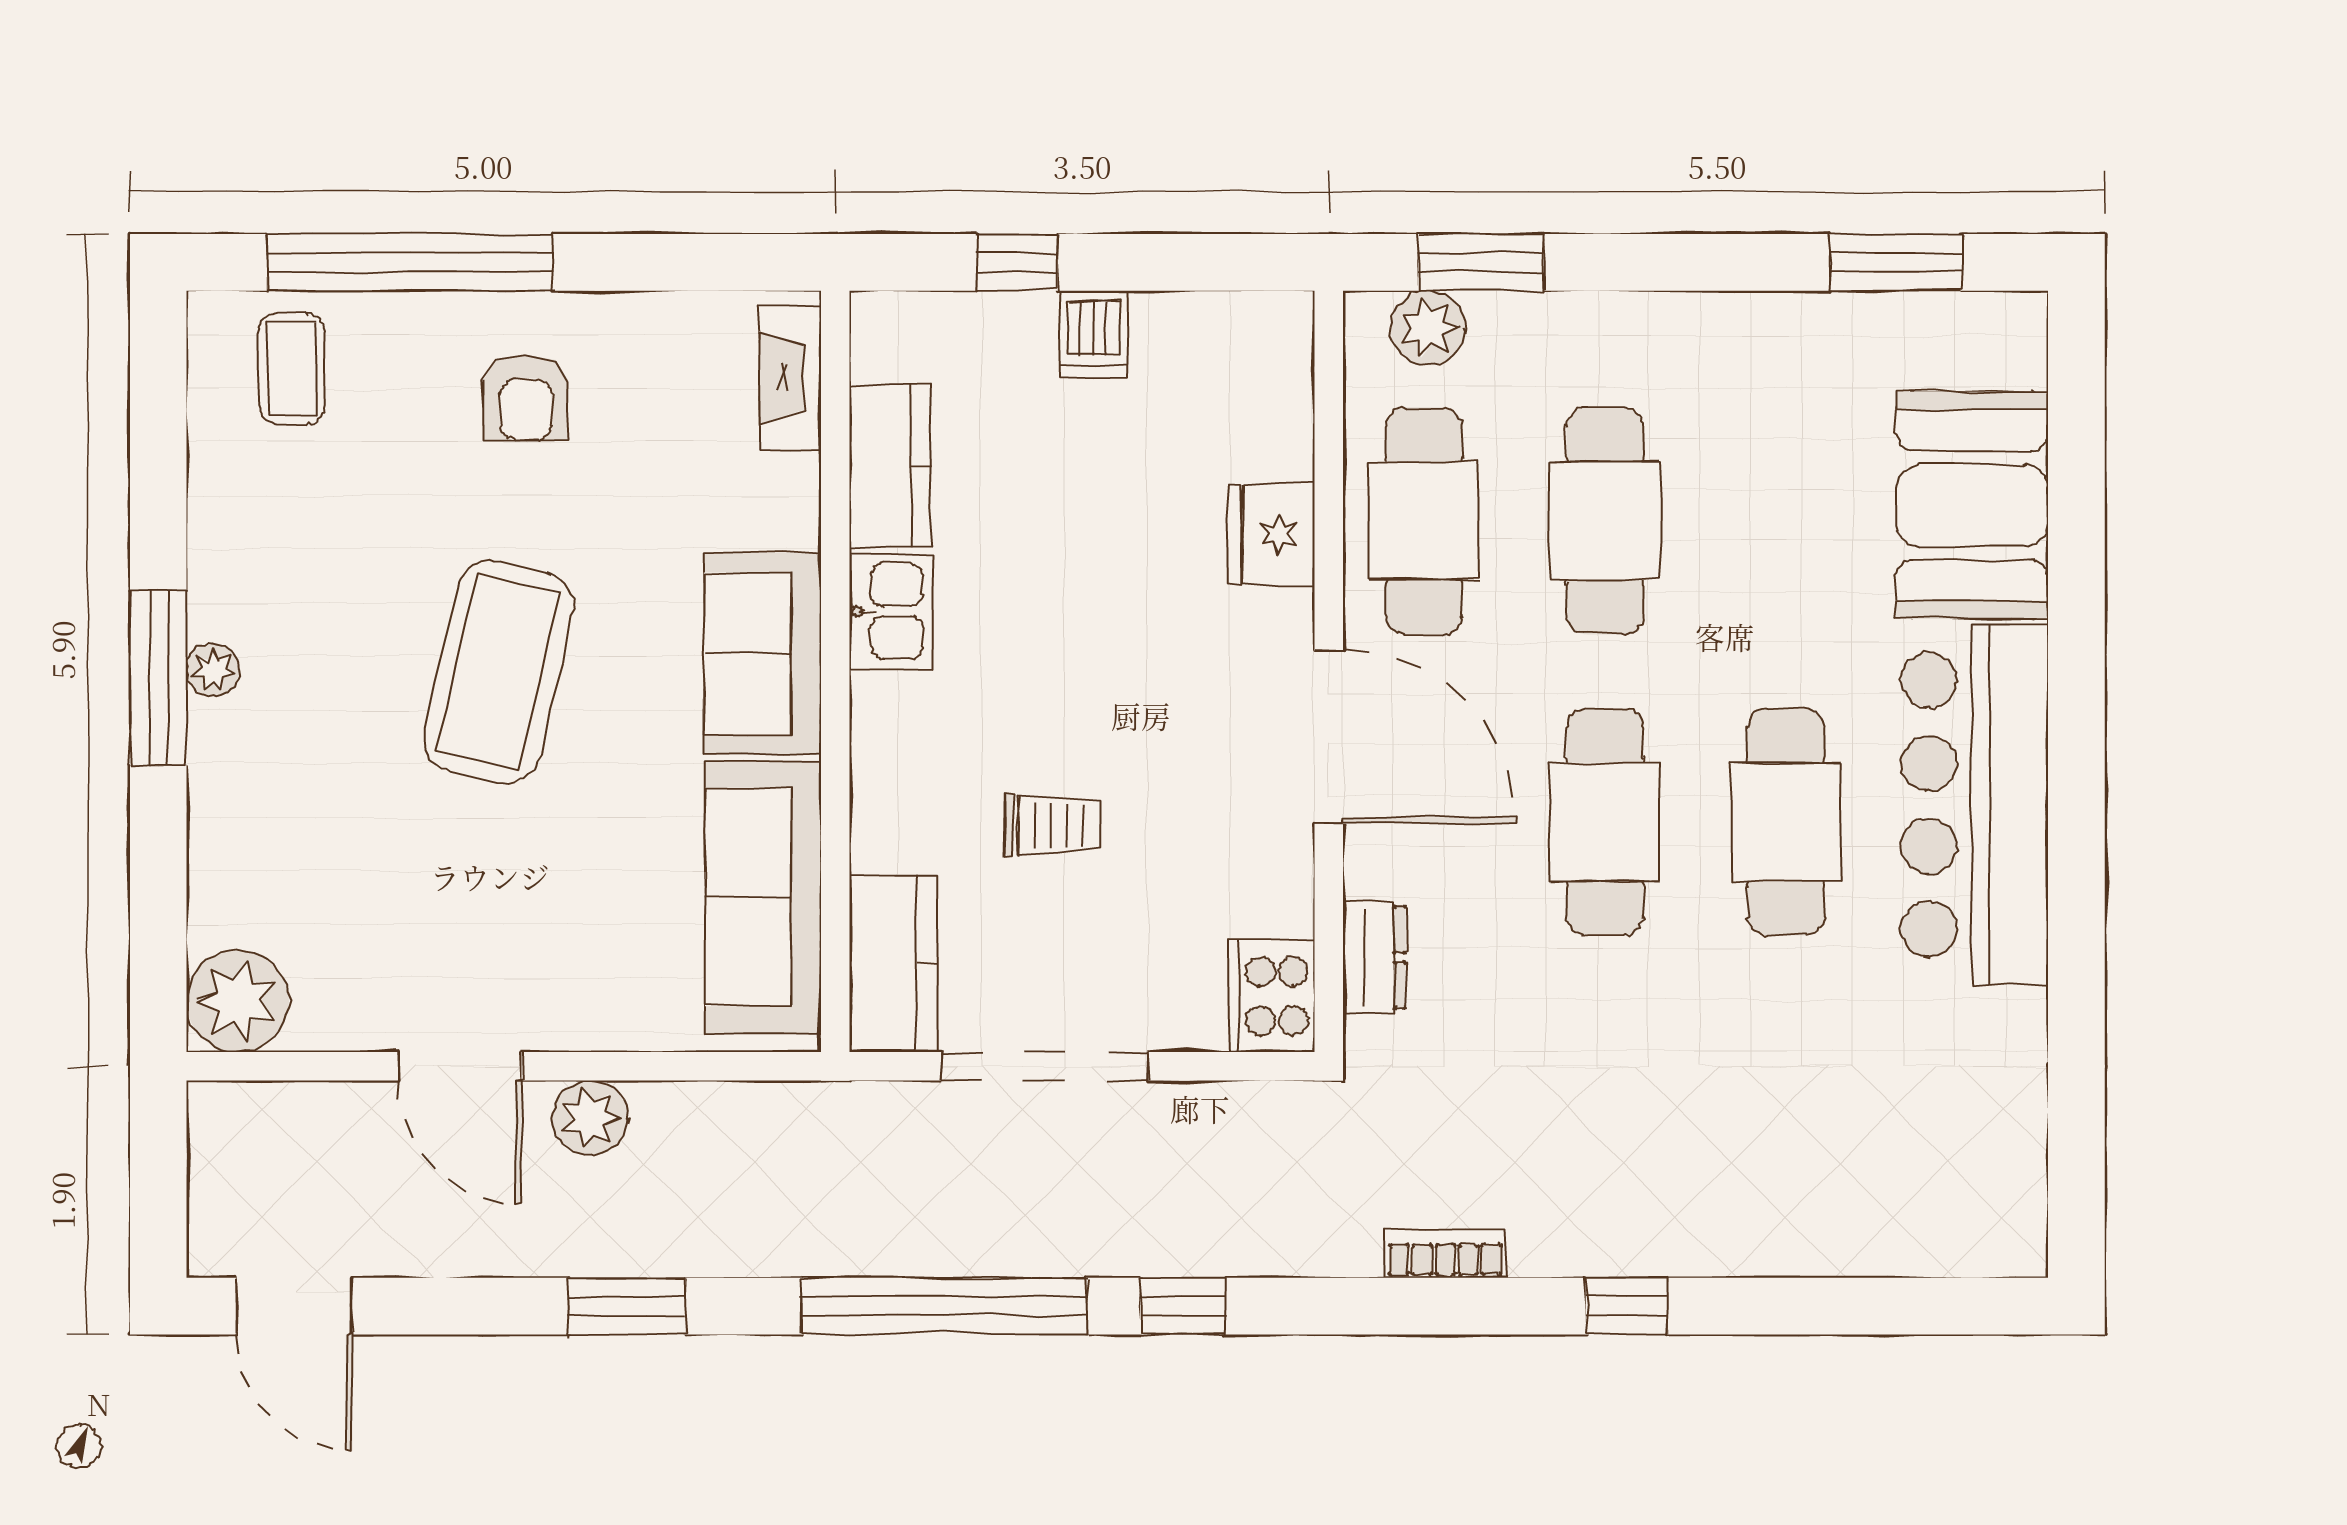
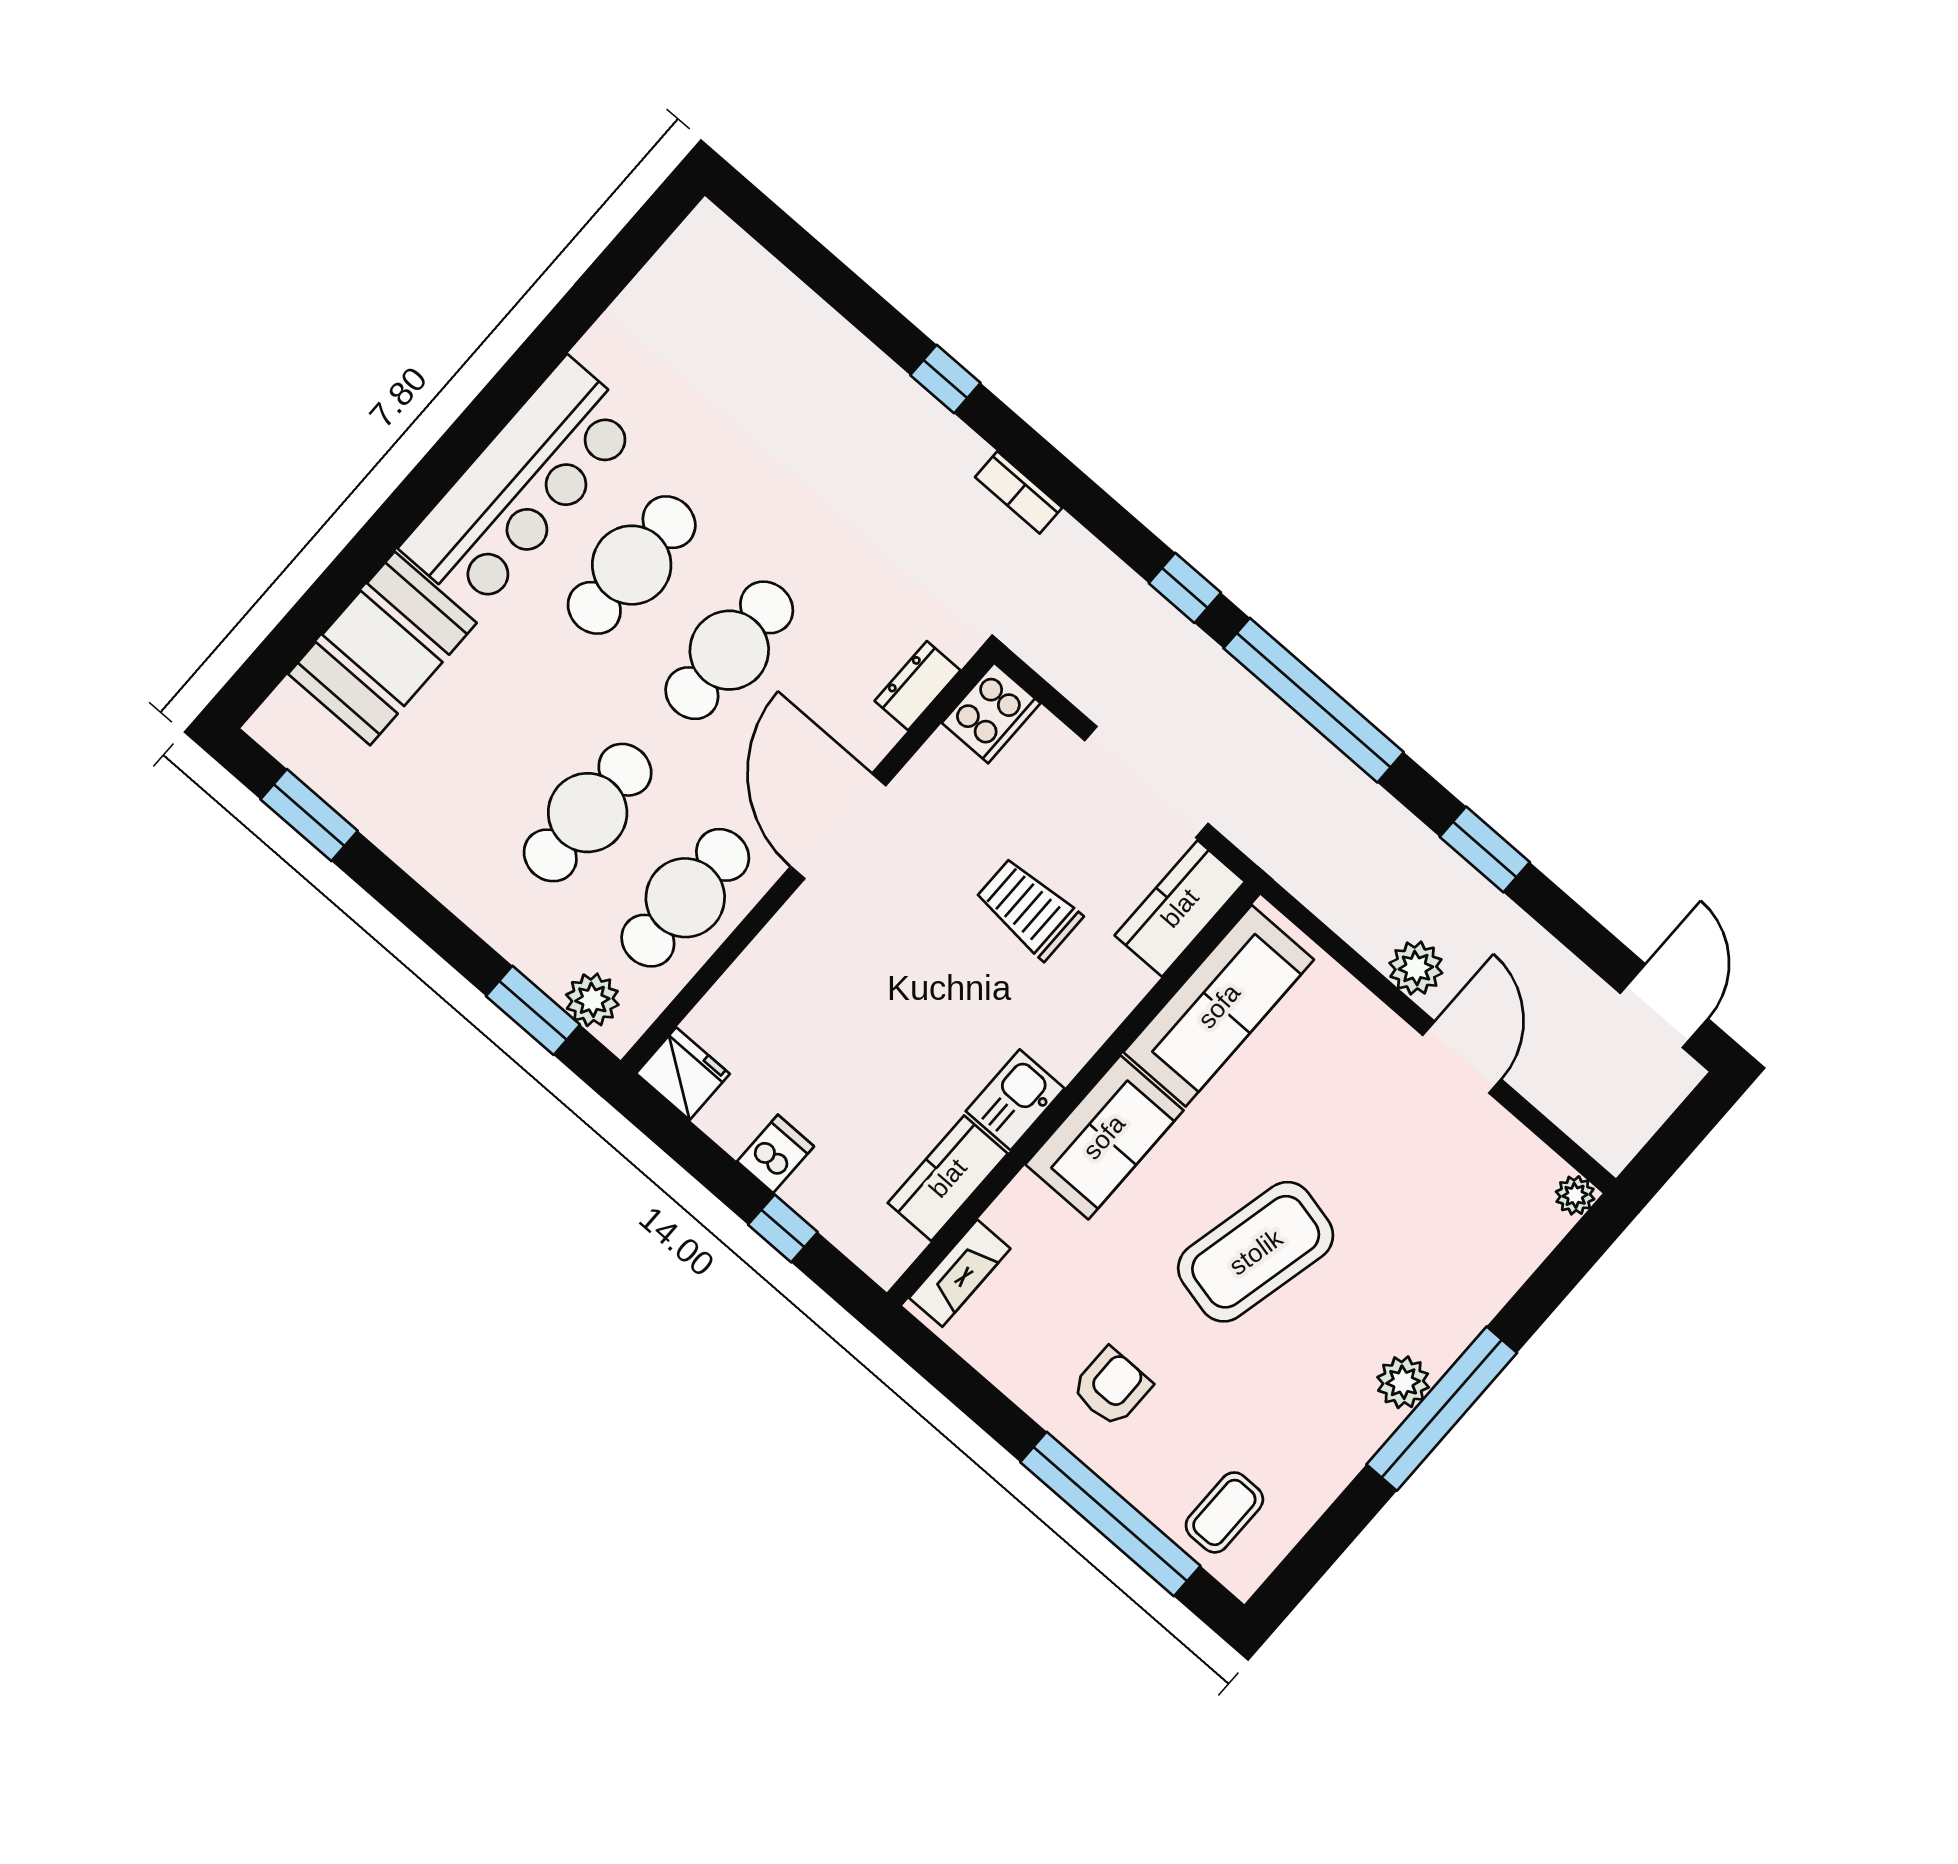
fridge: (1272, 534) -> (683, 1074), moved, turned -90
plant: (213, 670) -> (1403, 1382), width x1.38, depth x1.38
window: (158, 678) -> (1442, 1409), width x1.46
trolley: (1053, 825) -> (1029, 908), width x1.36, depth x1.39
plant: (238, 1001) -> (1575, 1195), width x0.53, depth x0.53

